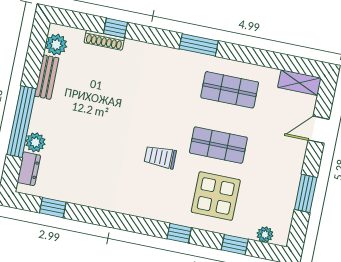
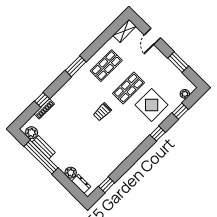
window: (22, 122) -> (41, 157), moved
trolley: (160, 157) -> (102, 112), moved

